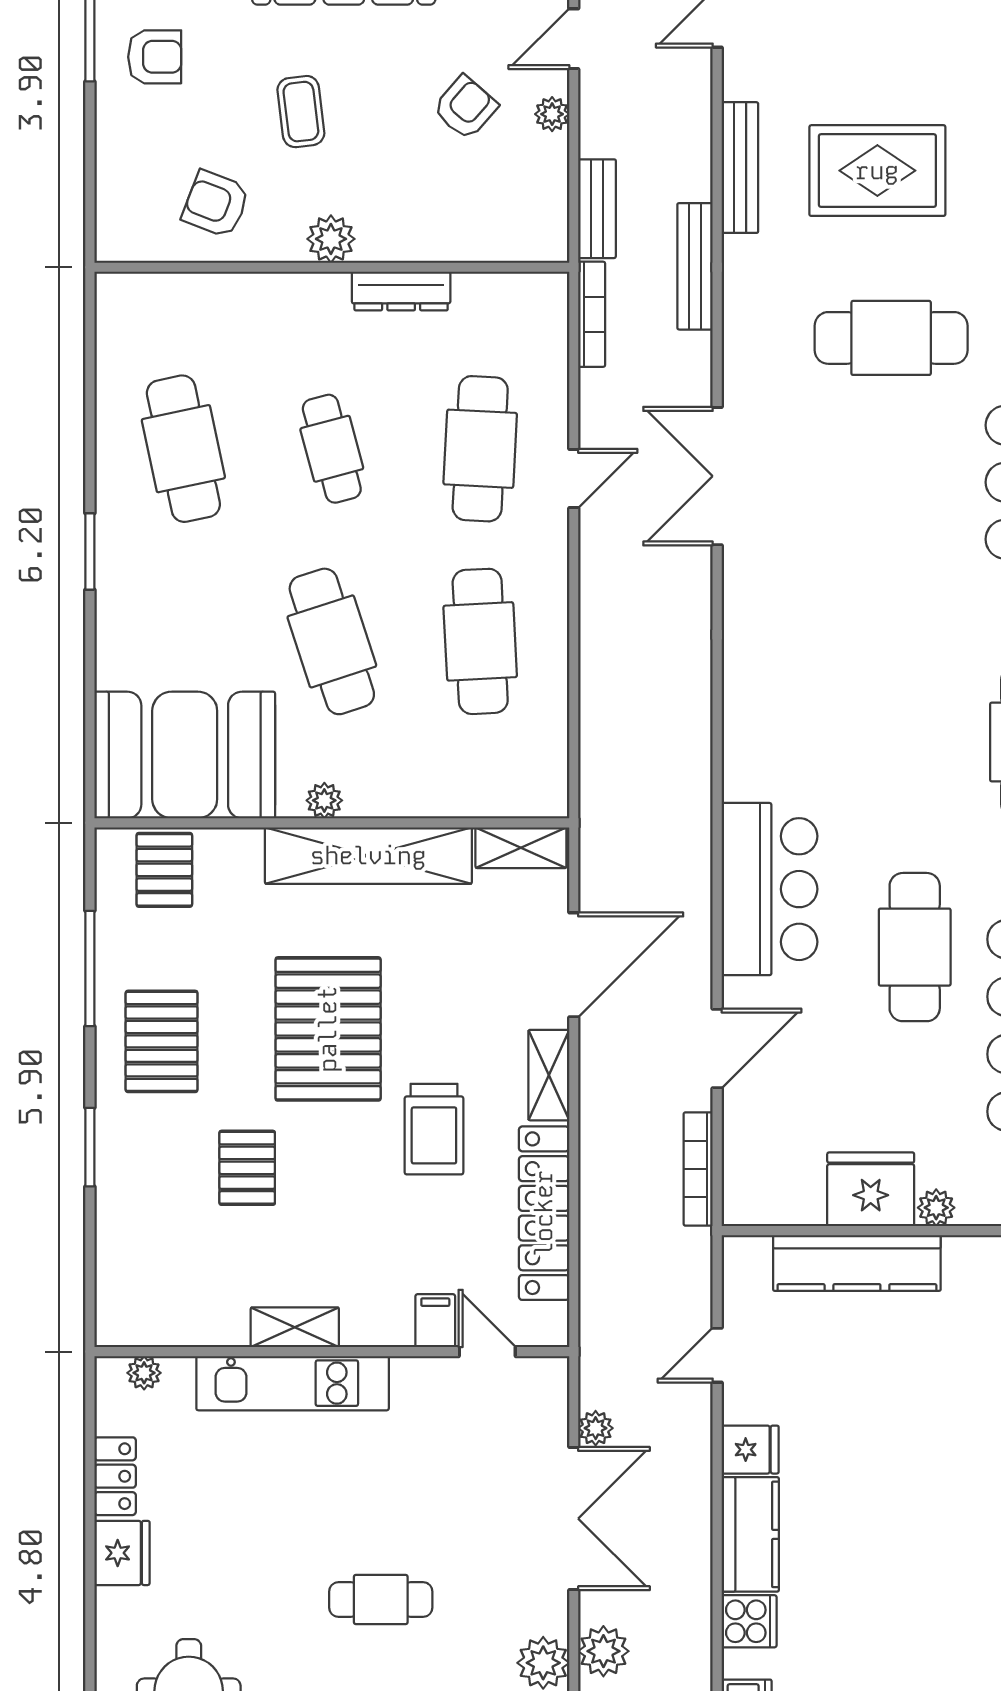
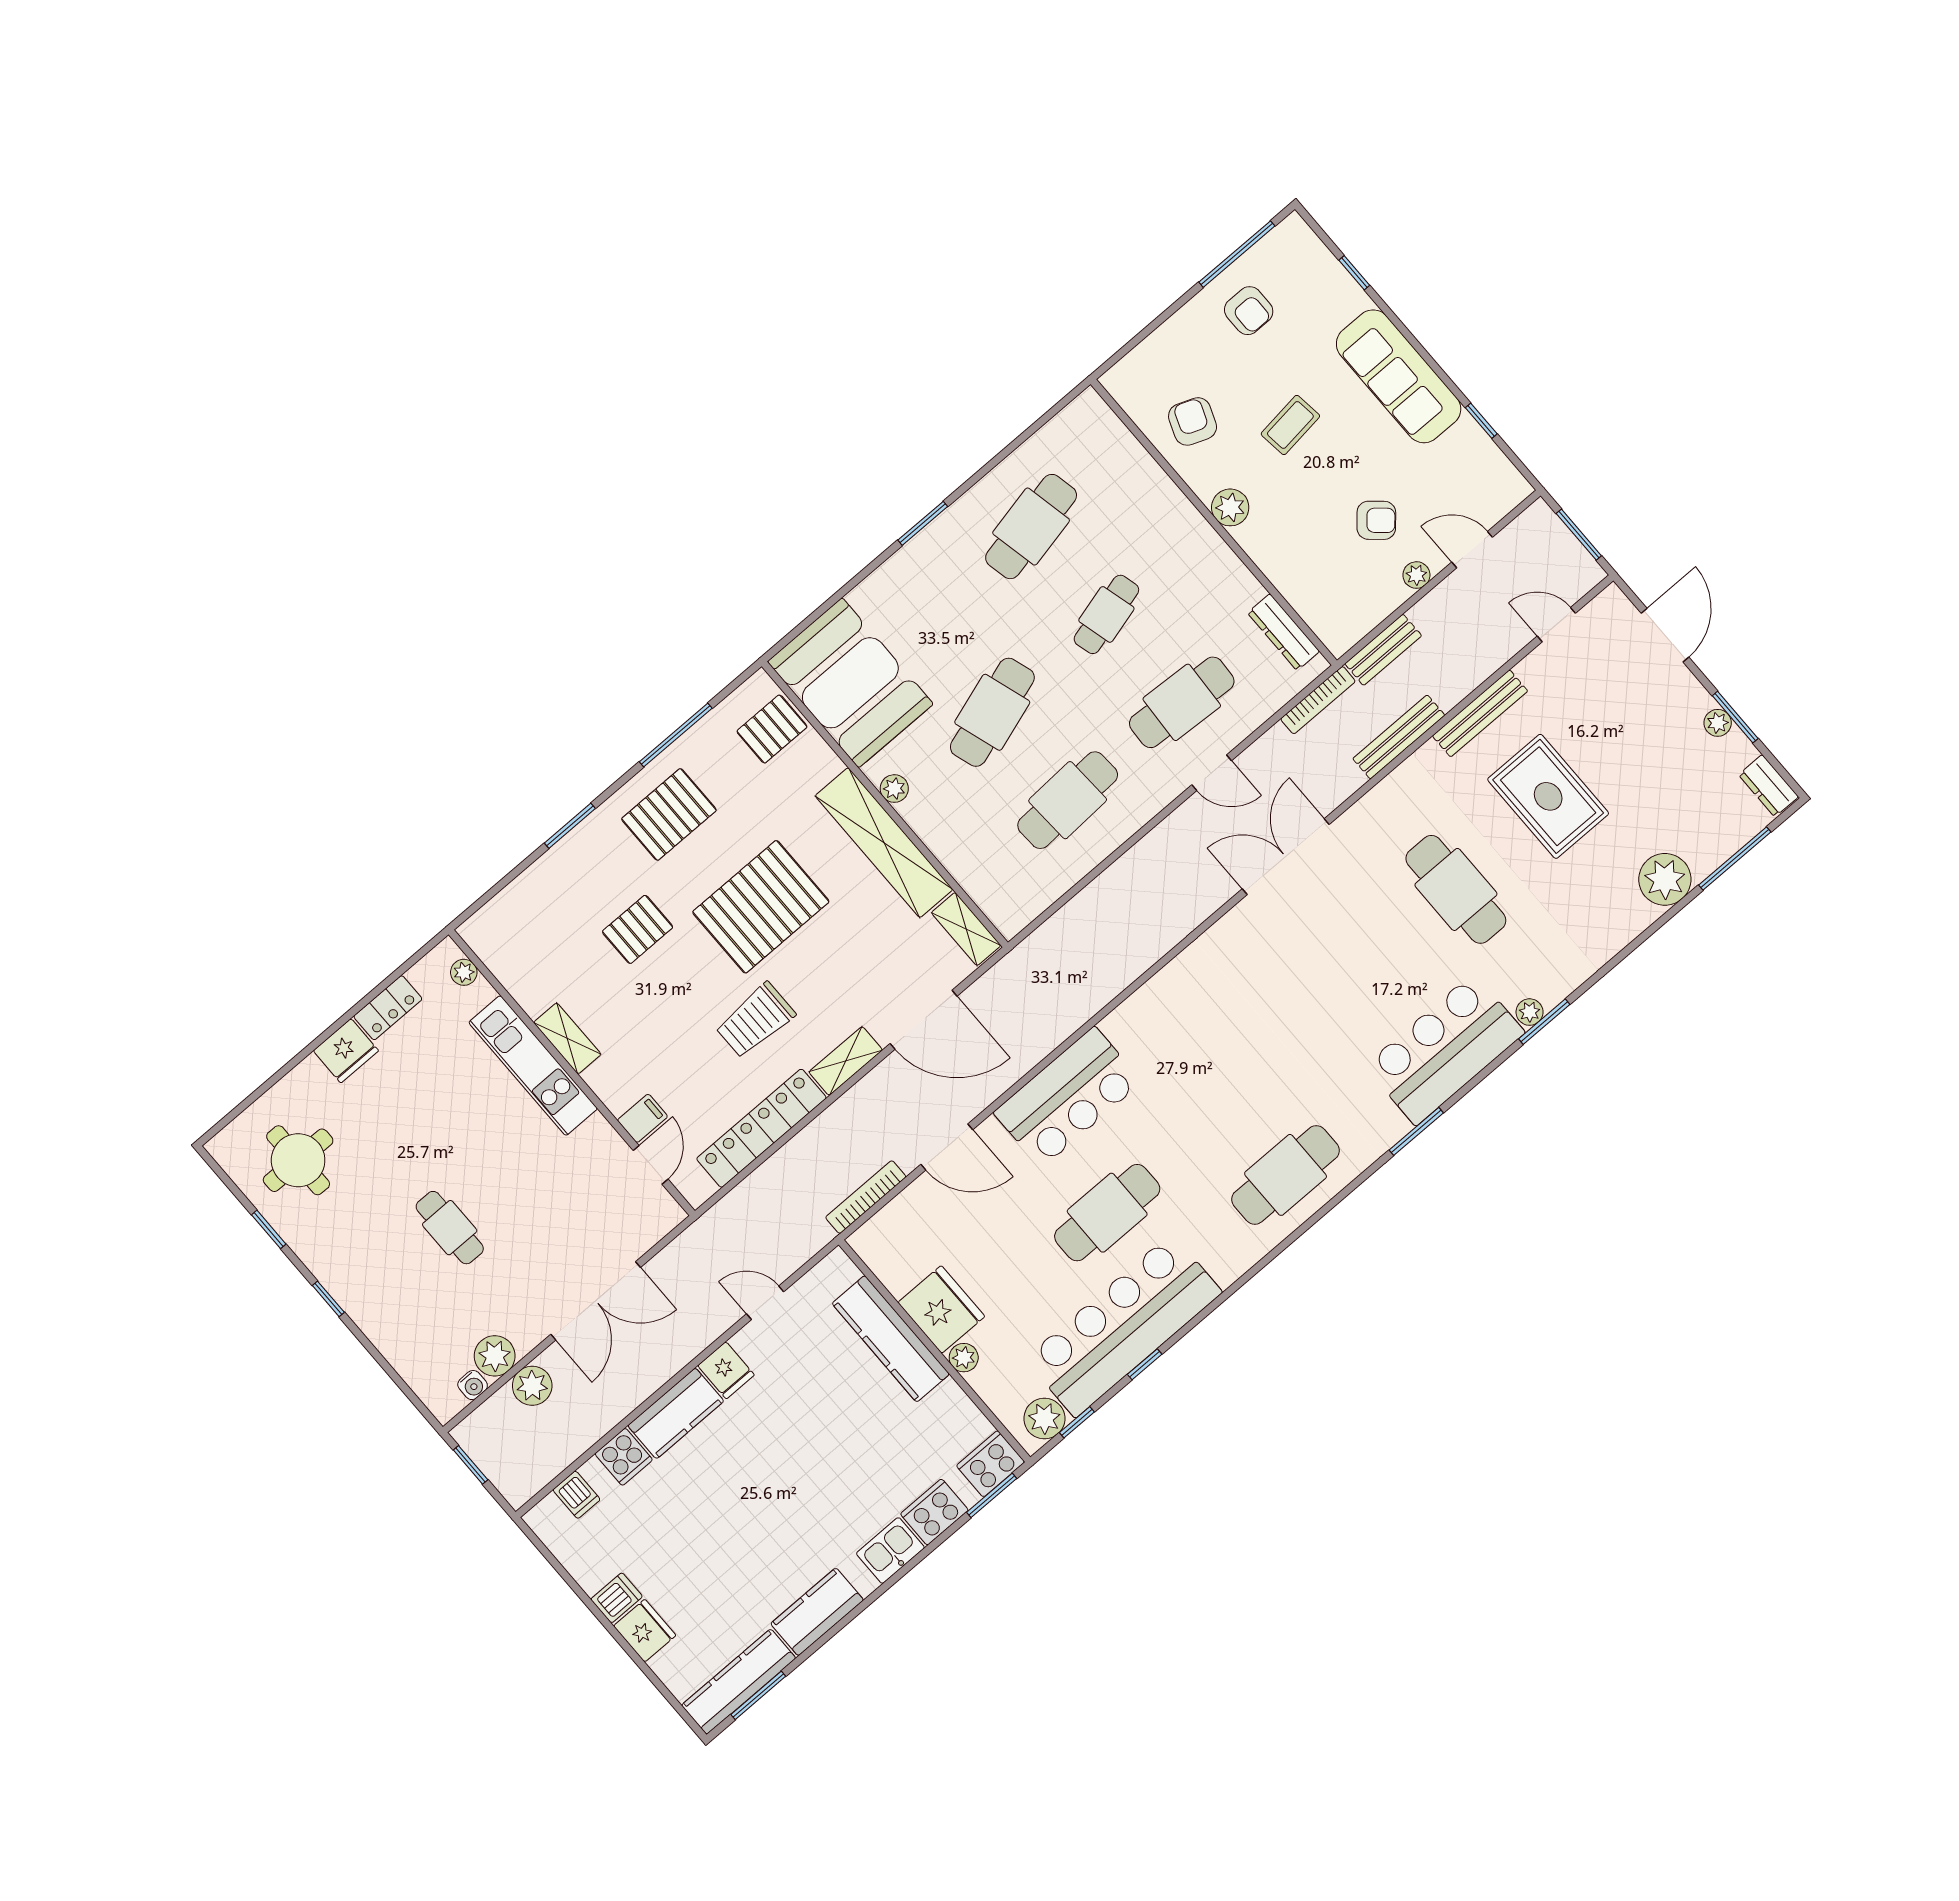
dresser: (401, 291) -> (1284, 632), moved
plant: (596, 1428) -> (660, 1268), removed

